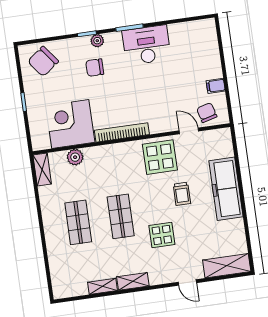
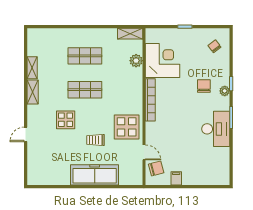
chair: (43, 61) -> (214, 46), width x0.54, depth x0.54
door: (189, 131) -> (144, 152), hinge flipped
shelving: (227, 266) -> (34, 167), removed

